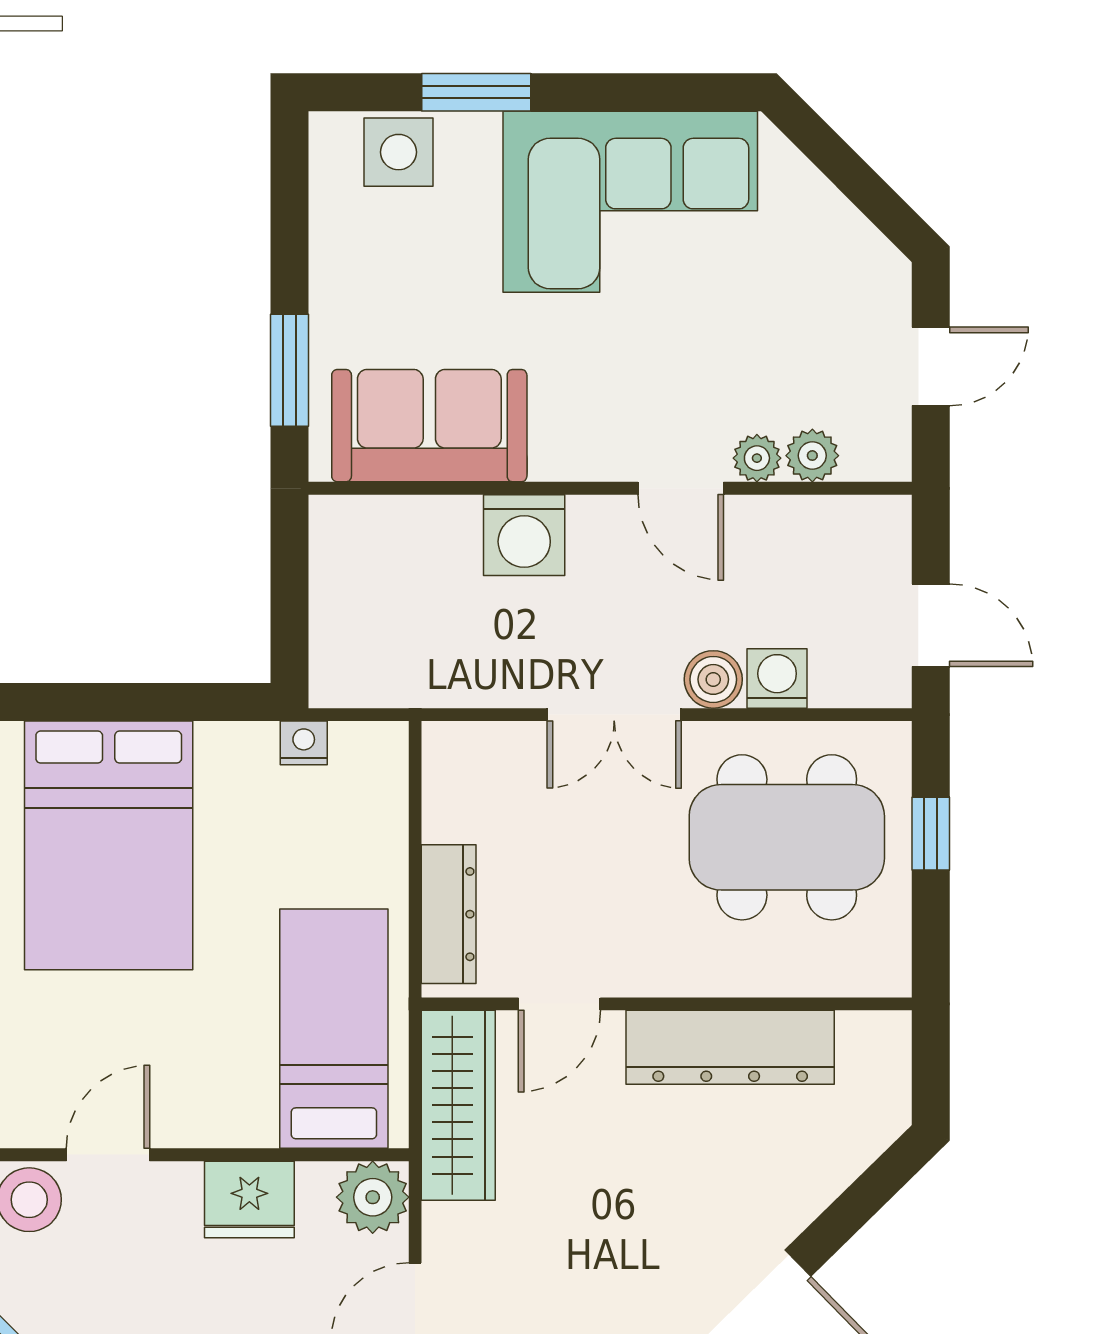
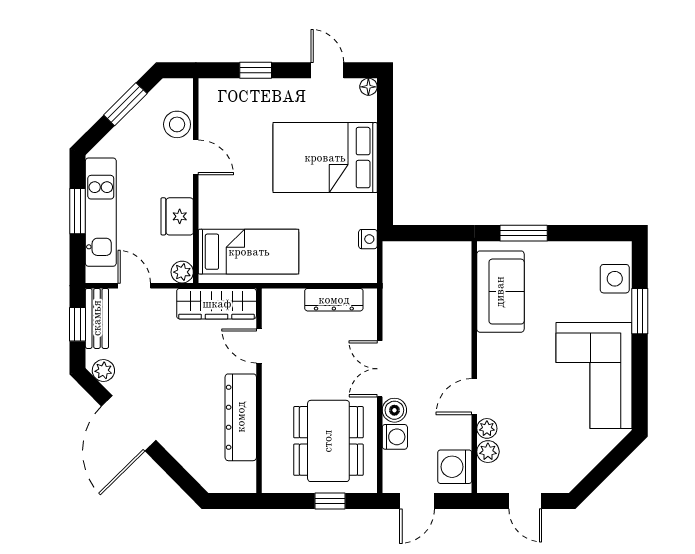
washing machine: (524, 535) -> (455, 467), moved
dresser: (449, 914) -> (334, 300), moved
plant: (373, 1197) -> (182, 272), width x0.73, depth x0.73

